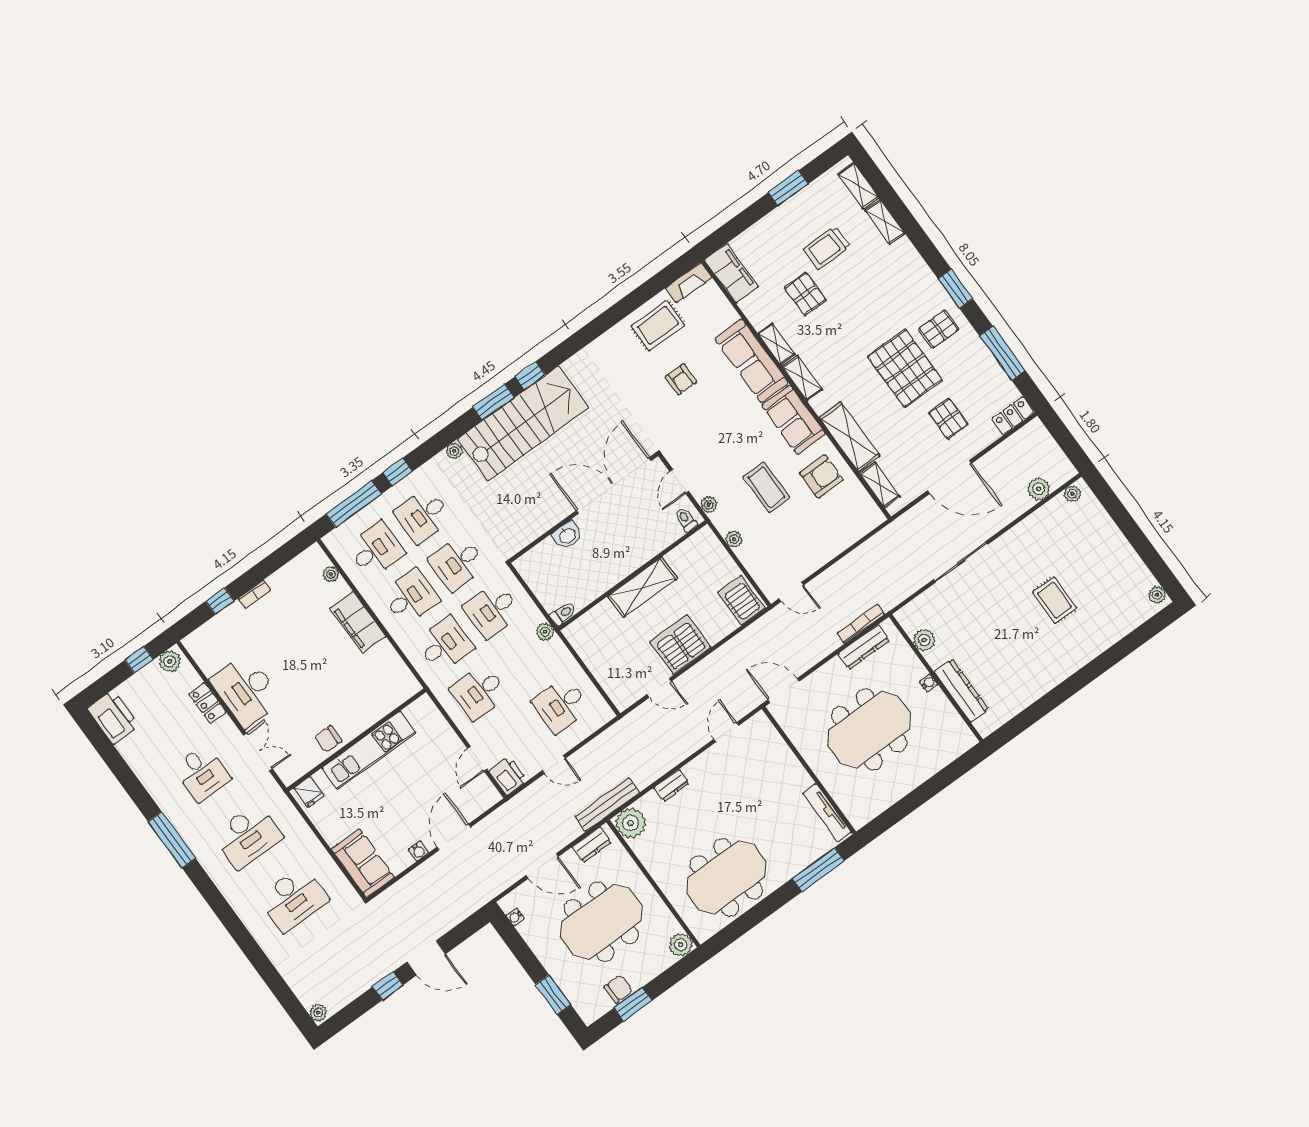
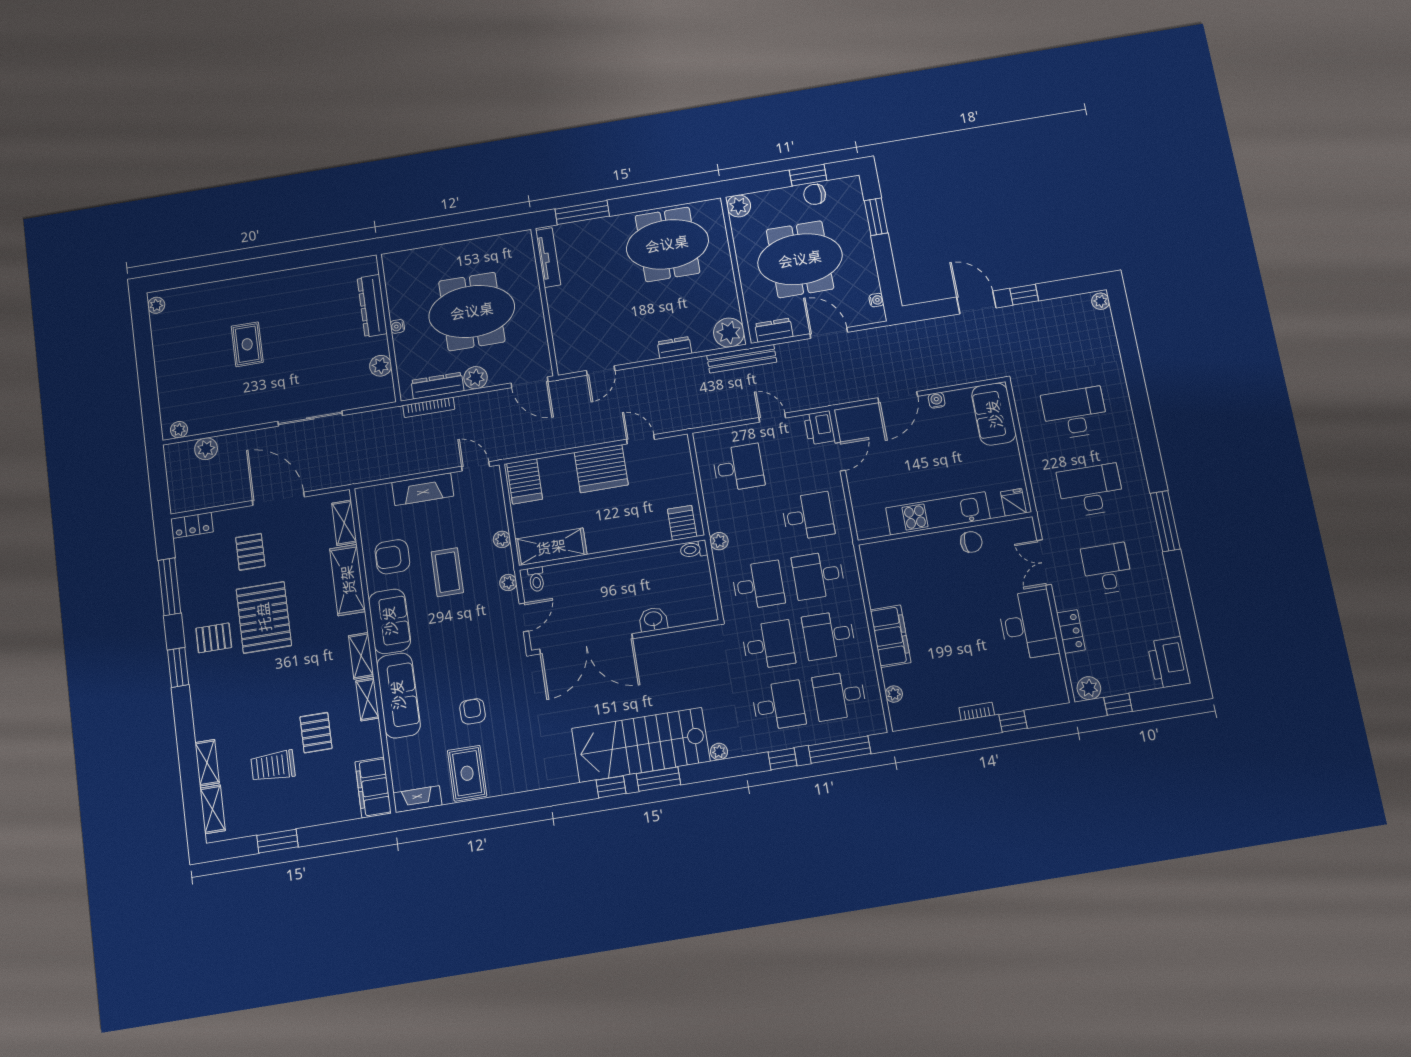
trolley: (827, 248) -> (273, 766), turned 180
rug: (658, 325) -> (467, 773), turned 90
fireplace: (827, 549) -> (423, 489), added
shelving: (643, 587) -> (551, 547), moved
server rack: (585, 632) -> (682, 523), added
plant: (834, 671) -> (476, 378), added

